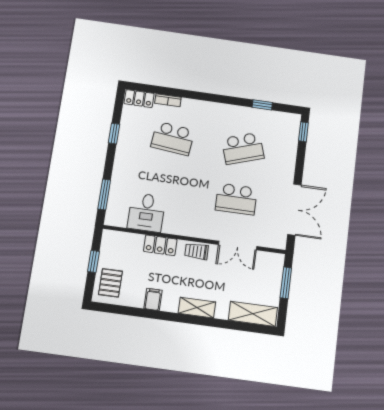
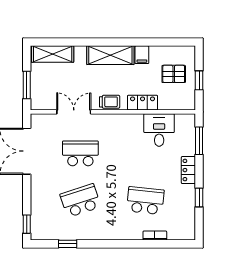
locker: (139, 99) -> (188, 170), moved, turned -90
pallet: (110, 283) -> (174, 74), moved, turned 90
shelving: (197, 308) -> (110, 55), width x1.50, depth x1.33

